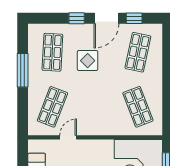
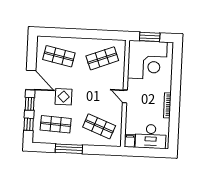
window: (134, 18) -> (29, 124), moved
door: (68, 137) -> (125, 96), moved
filing cabinet: (36, 146) -> (130, 141), added

